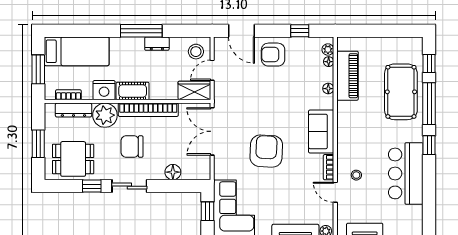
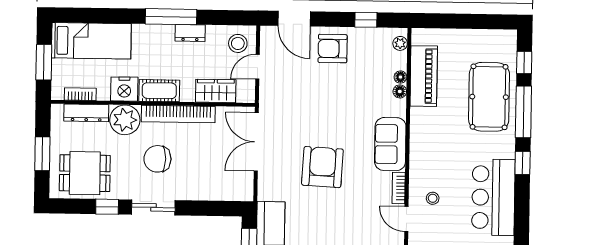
floor lamp: (329, 62) -> (400, 77), moved
wardrobe: (194, 91) -> (216, 91), moved
floor lamp: (173, 172) -> (207, 191), removed

